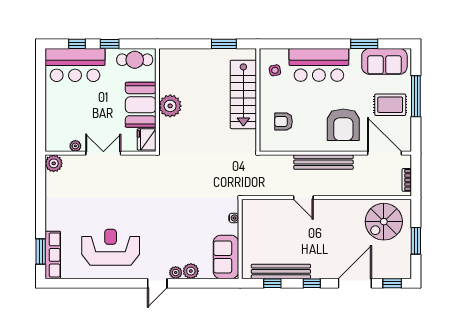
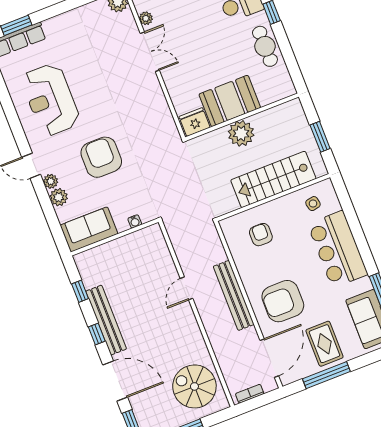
window: (416, 96) -> (326, 375), moved
wall: (157, 100) -> (242, 117), moved
booth: (141, 105) -> (230, 101), moved
plant: (170, 106) -> (241, 133), moved
fridge: (147, 139) -> (195, 122), moved
armchair: (172, 225) -> (101, 157), added
reception desk: (111, 247) -> (50, 100), turned 180
bench: (281, 271) -> (106, 320), moved

